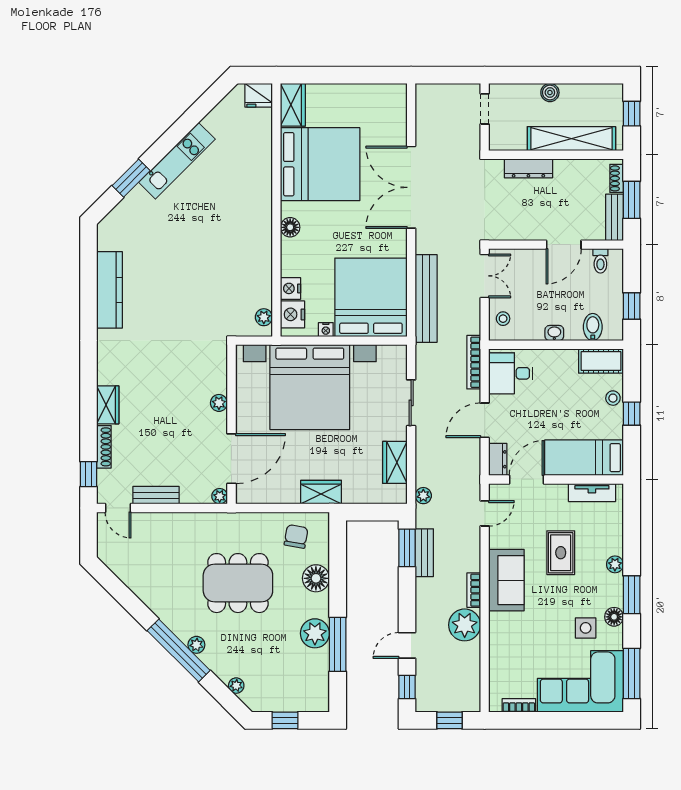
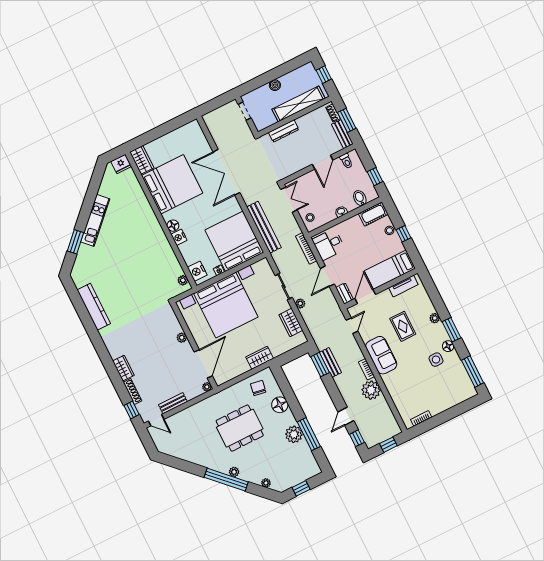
nightstand: (290, 288) -> (179, 237), moved
plant: (423, 496) -> (300, 304), moved
corner sofa: (580, 681) -> (447, 389), removed

